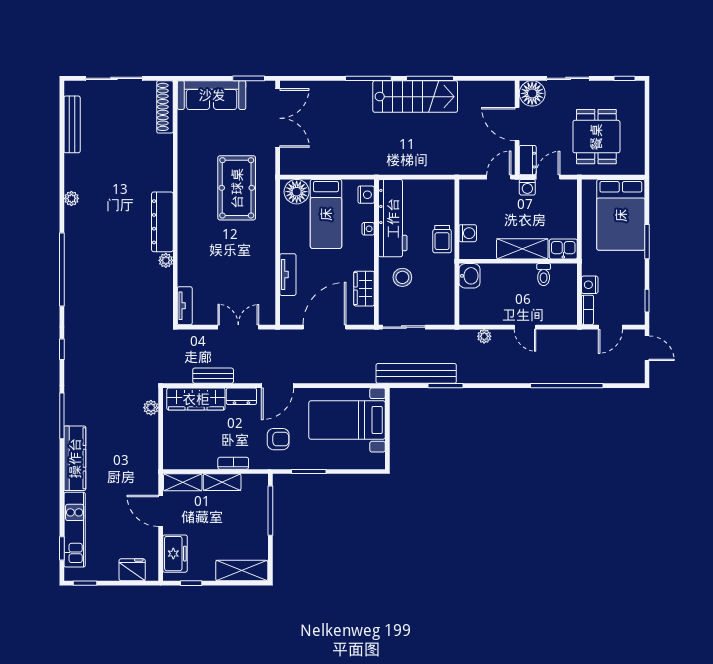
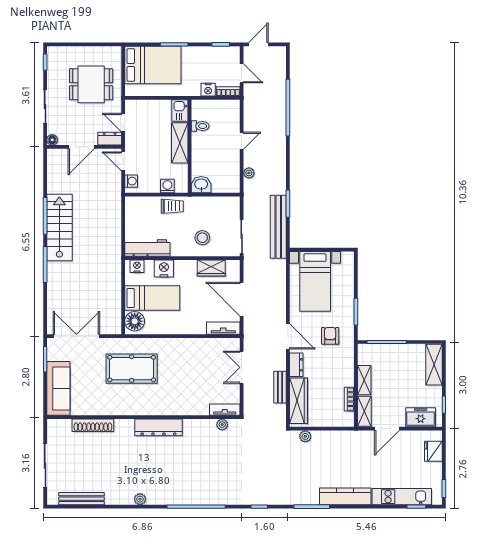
floor lamp: (532, 93) -> (52, 140), width x0.53, depth x0.53
shoe rack: (165, 107) -> (93, 425), moved
washing machine: (527, 187) -> (131, 181), moved
workbench: (393, 218) -> (147, 248), width x0.73, depth x0.76
nightstand: (368, 229) -> (164, 268), width x1.89, depth x1.79
plant: (166, 260) -> (222, 425), moved
tv unit: (288, 275) -> (223, 328), moved
bookcase: (233, 463) -> (349, 399), moved

